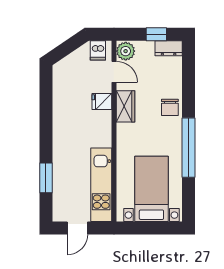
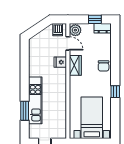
window: (188, 148) -> (115, 92), width x0.32
kitchen unit: (101, 185) -> (35, 100), moved, turned 180

